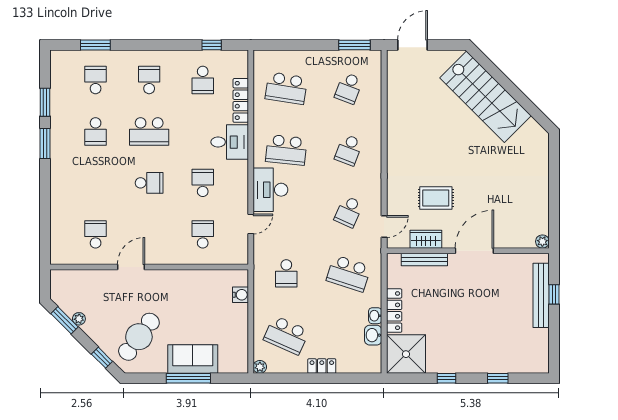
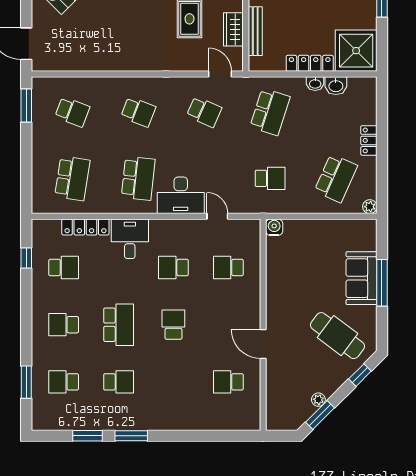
water cooler: (240, 295) -> (274, 227), moved

